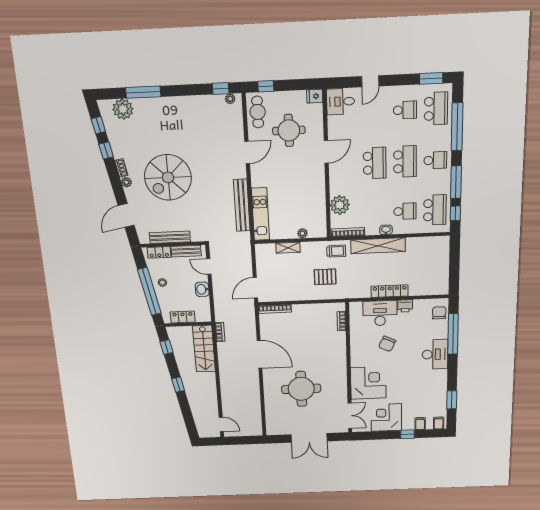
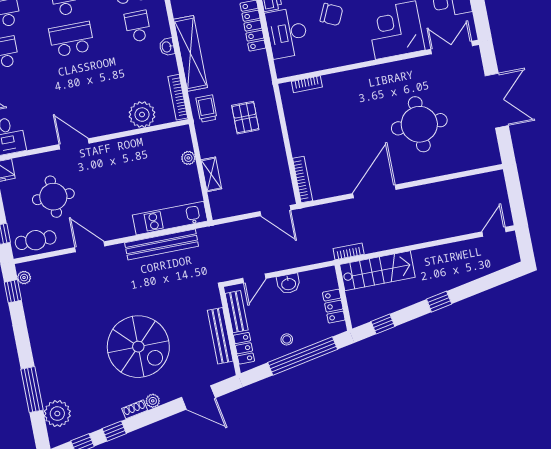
school desk: (375, 163) -> (79, 78), removed

